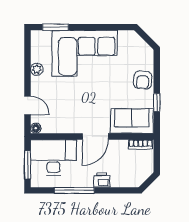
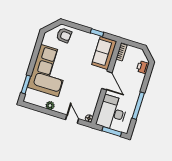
armchair: (143, 80) -> (64, 35), moved
door: (28, 105) -> (72, 119), hinge flipped
printer: (102, 180) -> (143, 67), moved

